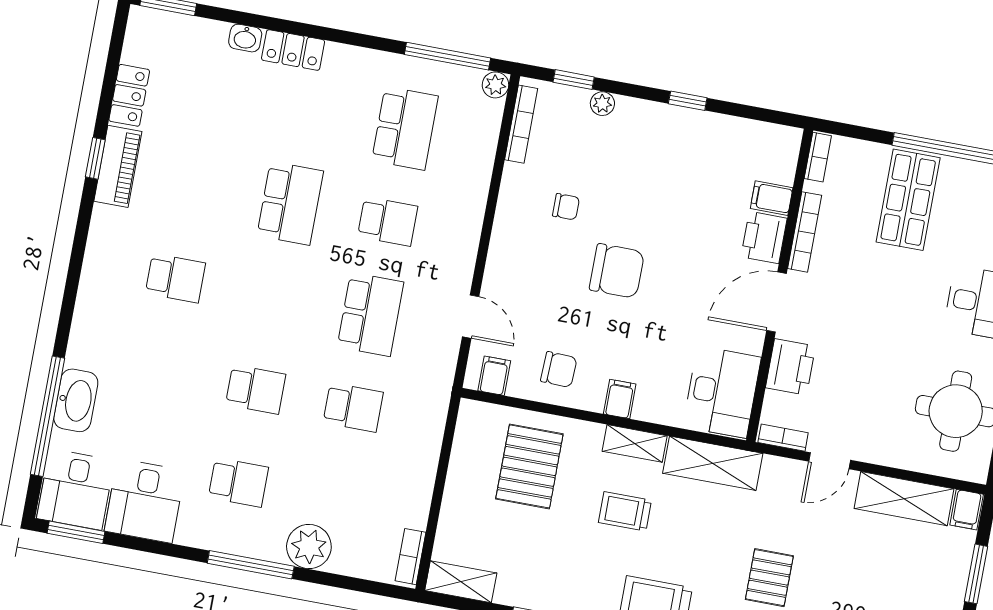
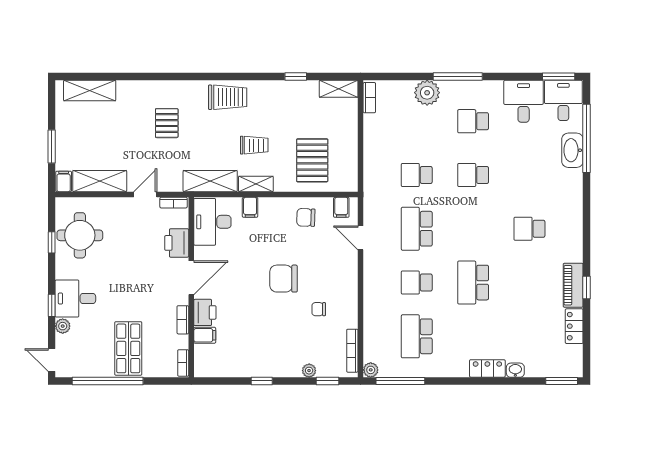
bookcase: (805, 232) -> (183, 320), width x0.64
filing cabinet: (620, 399) -> (250, 207), moved

